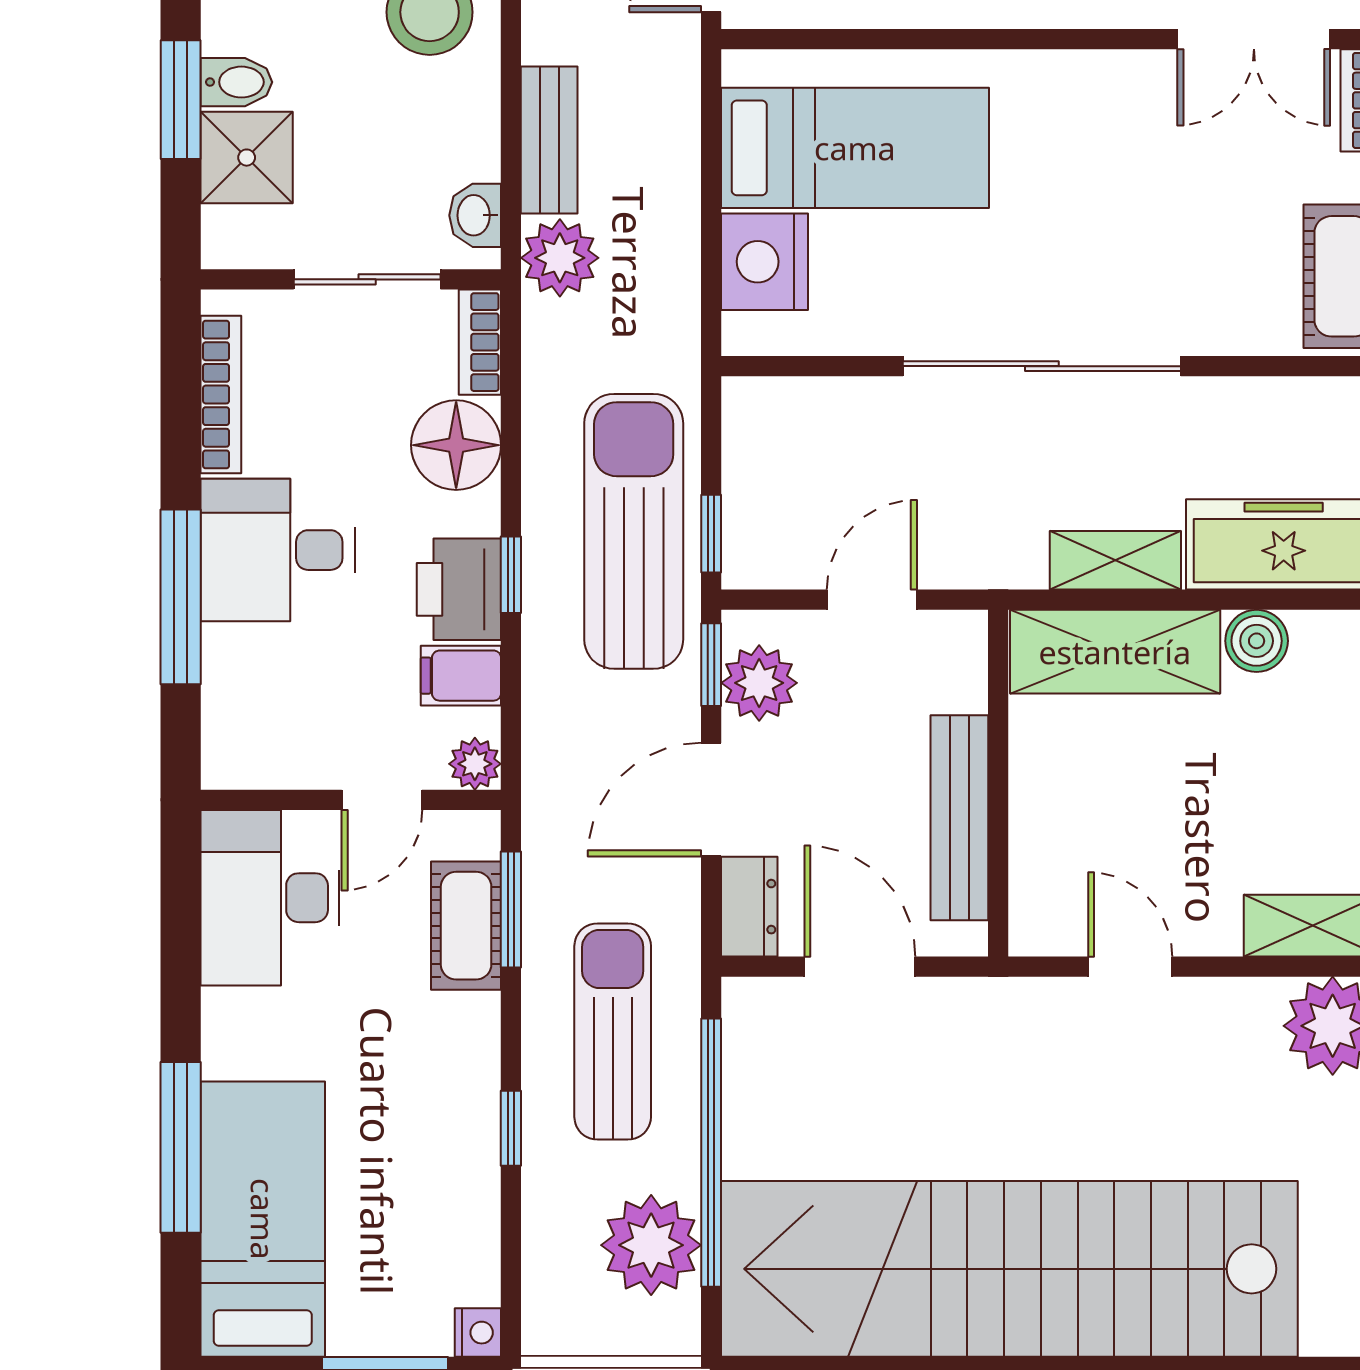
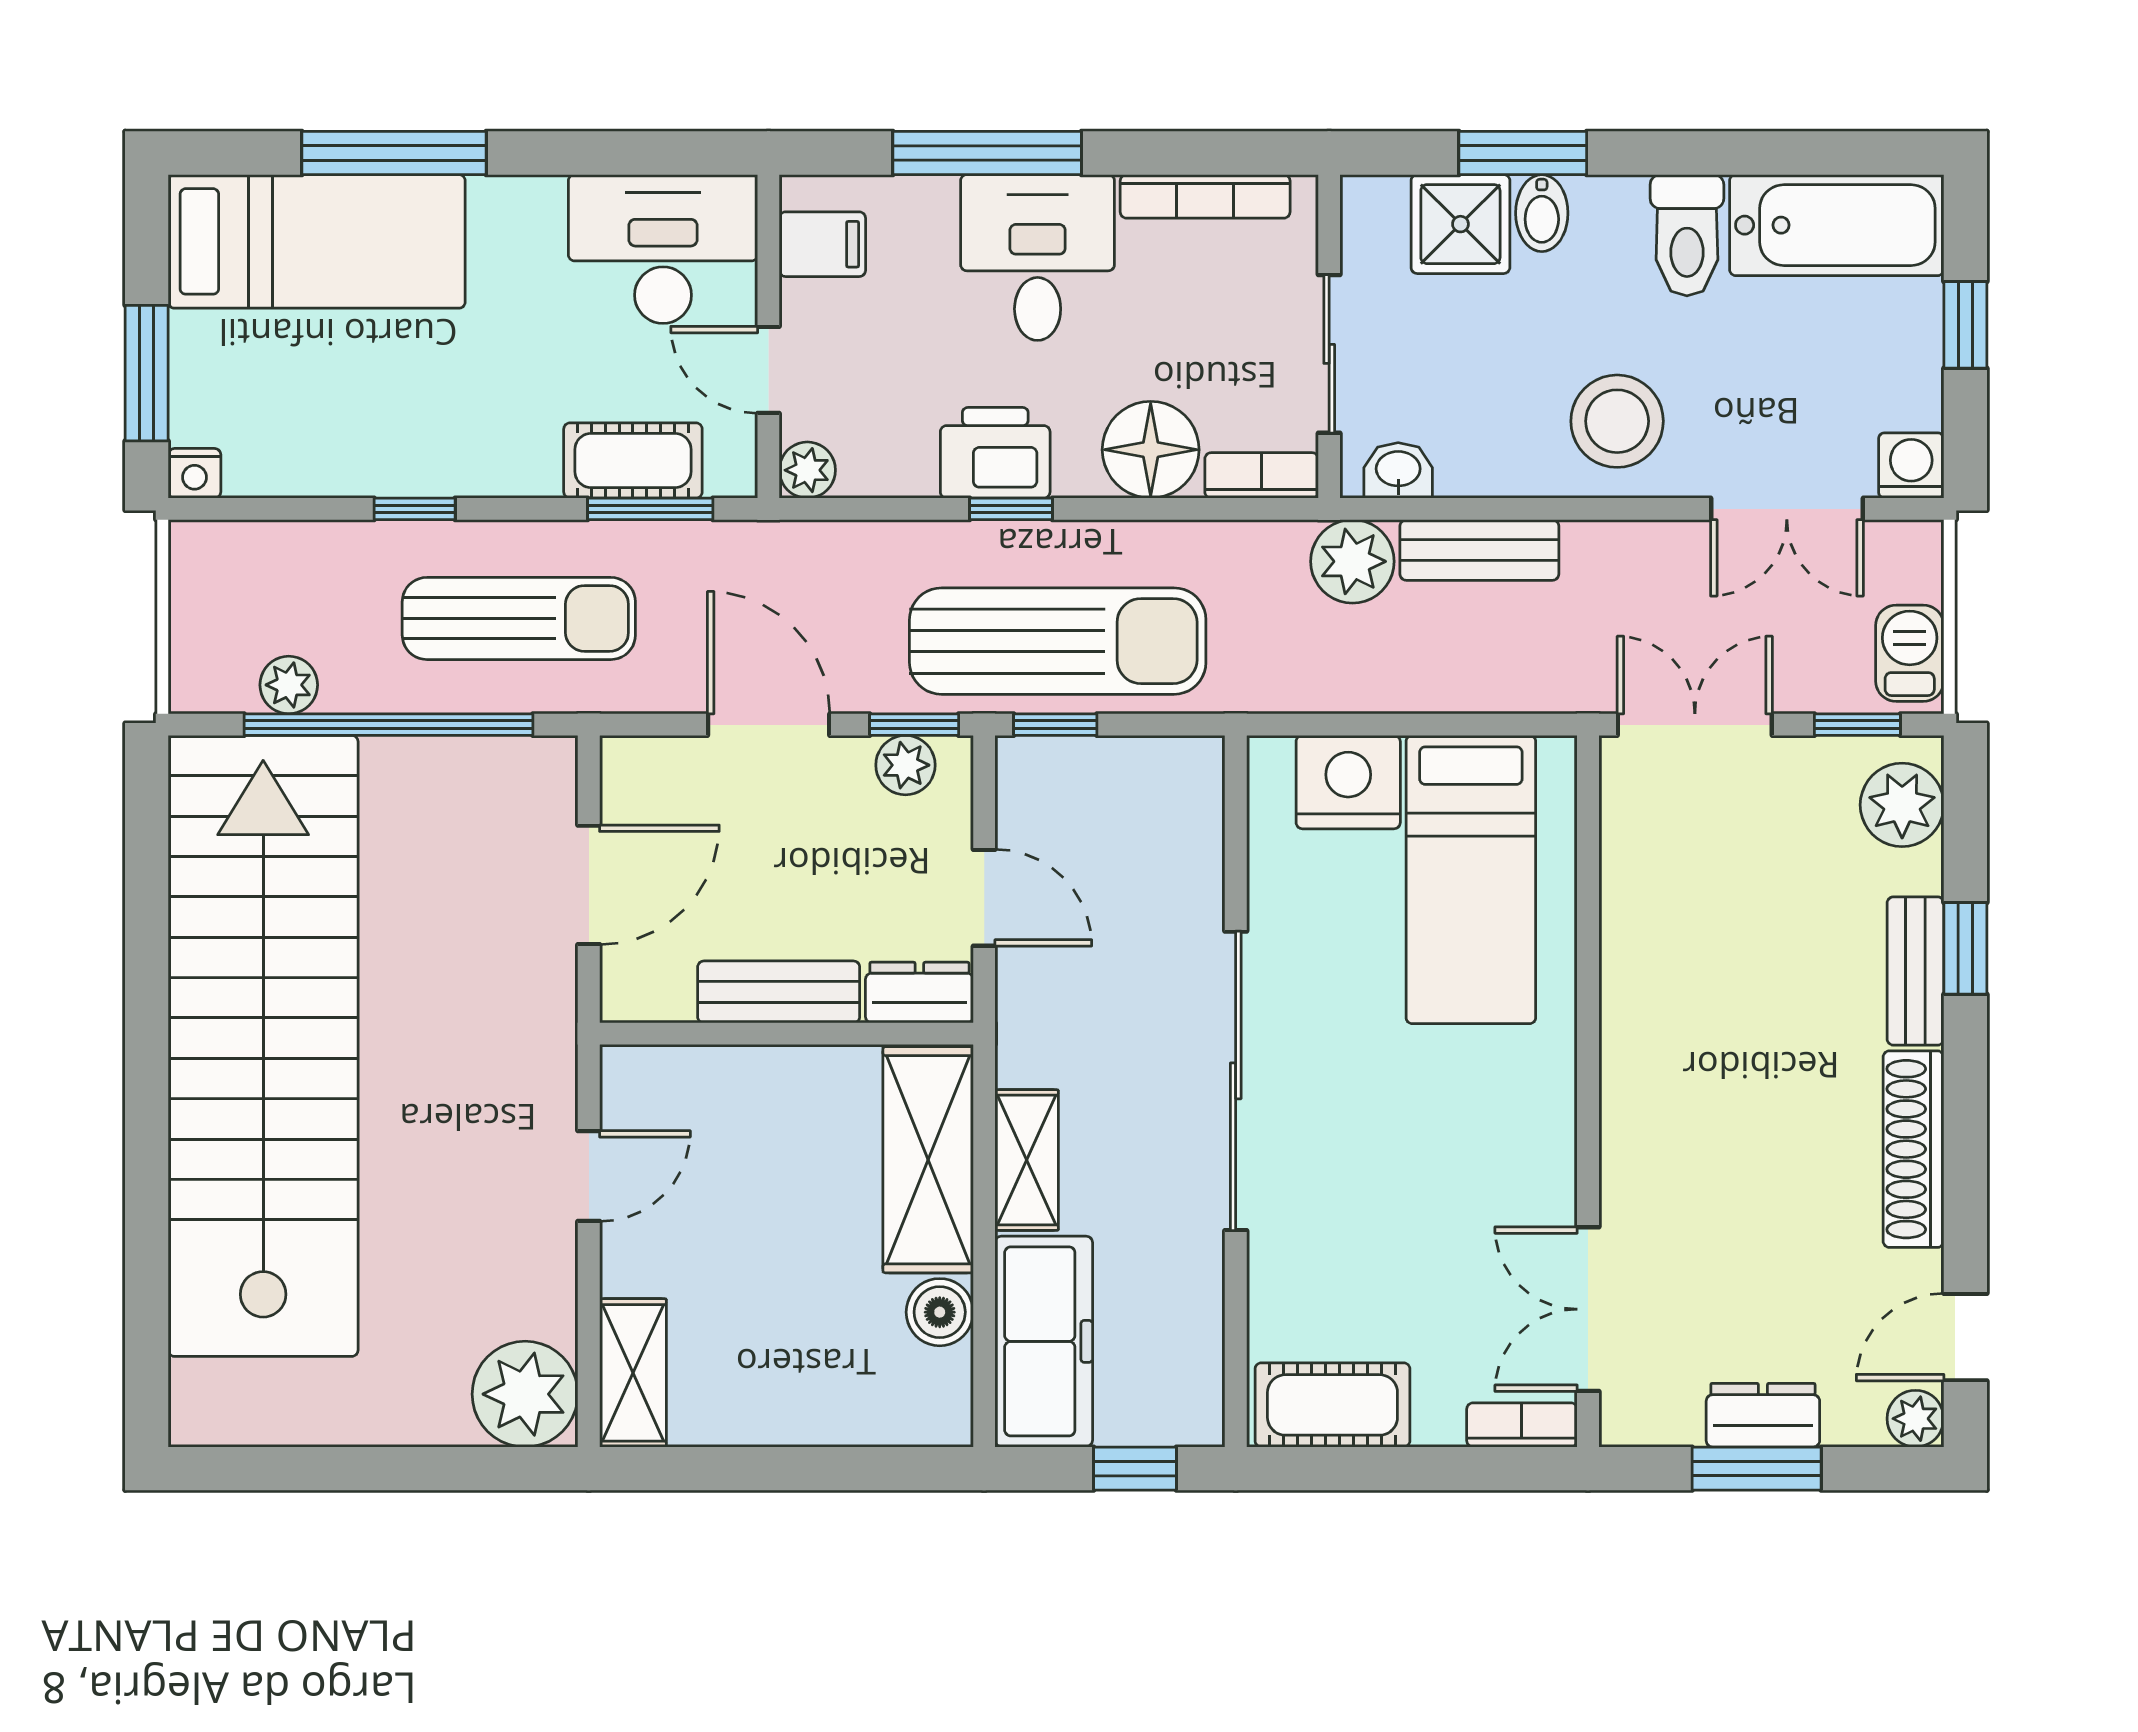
filing cabinet: (461, 676) -> (822, 244), moved, turned 90
plant: (759, 683) -> (905, 765), width x0.73, depth x0.73
bench: (959, 818) -> (779, 992), width x0.73
dresser: (749, 907) -> (919, 993), moved, turned 180
plant: (651, 1245) -> (289, 685), width x0.53, depth x0.53

